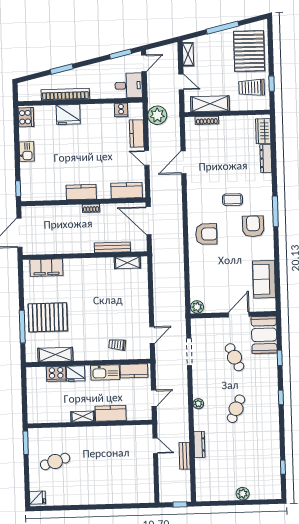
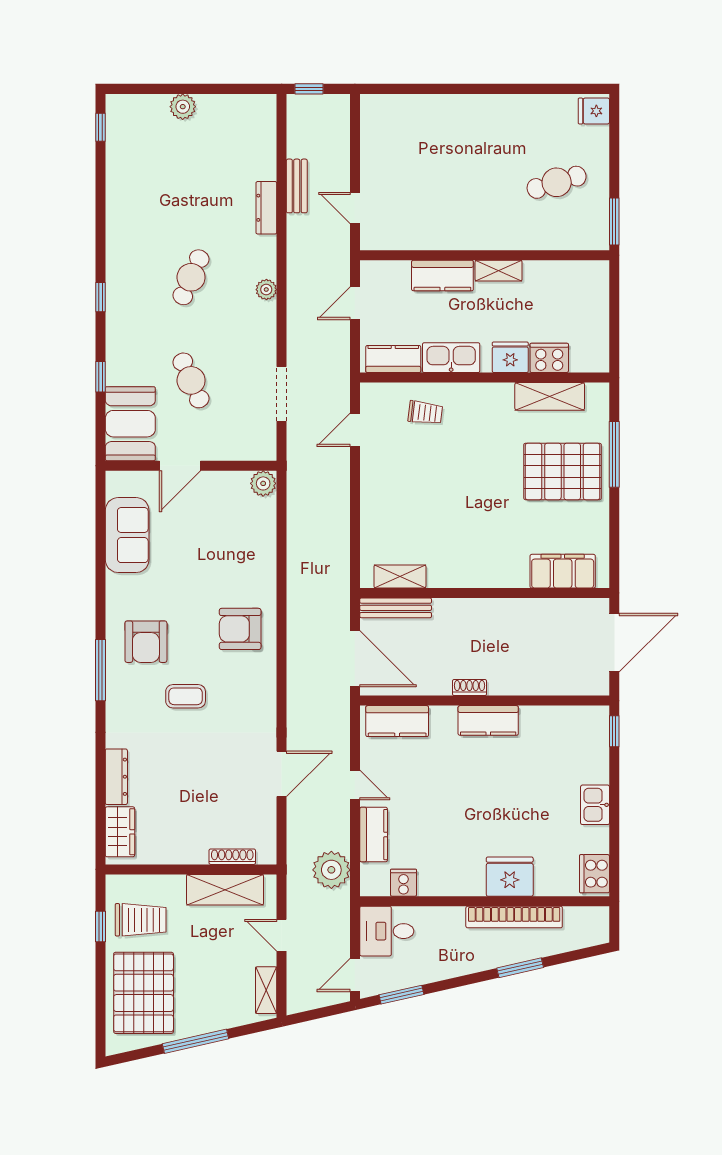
bench: (112, 247) -> (396, 608), moved
window: (283, 467) -> (100, 127), moved

